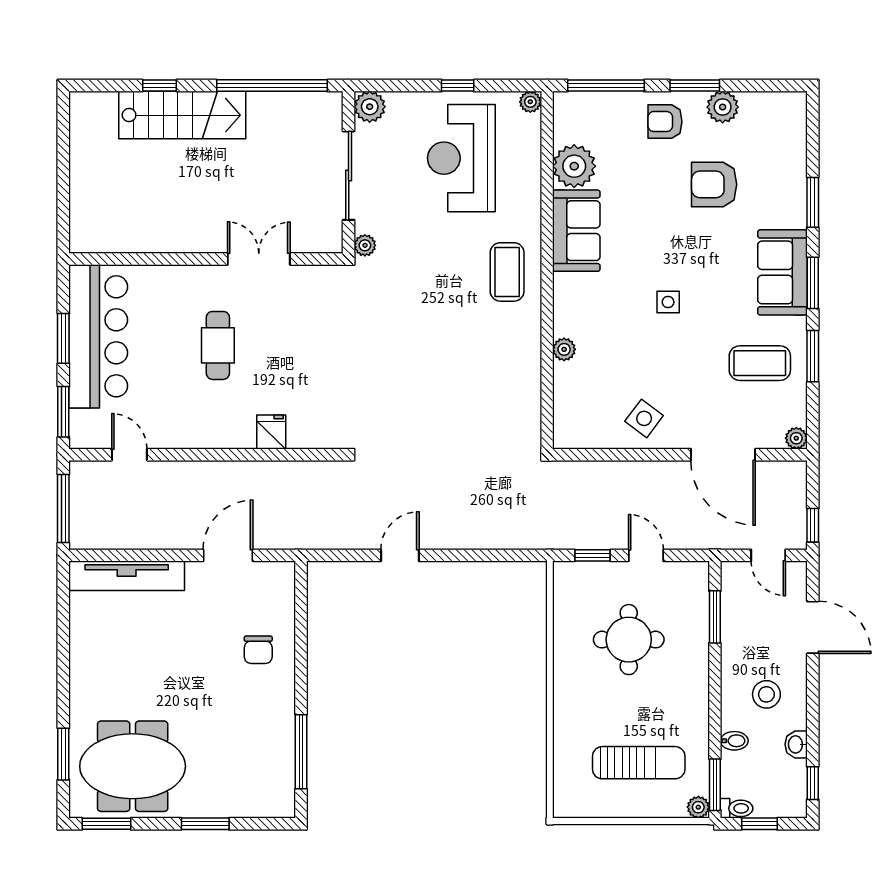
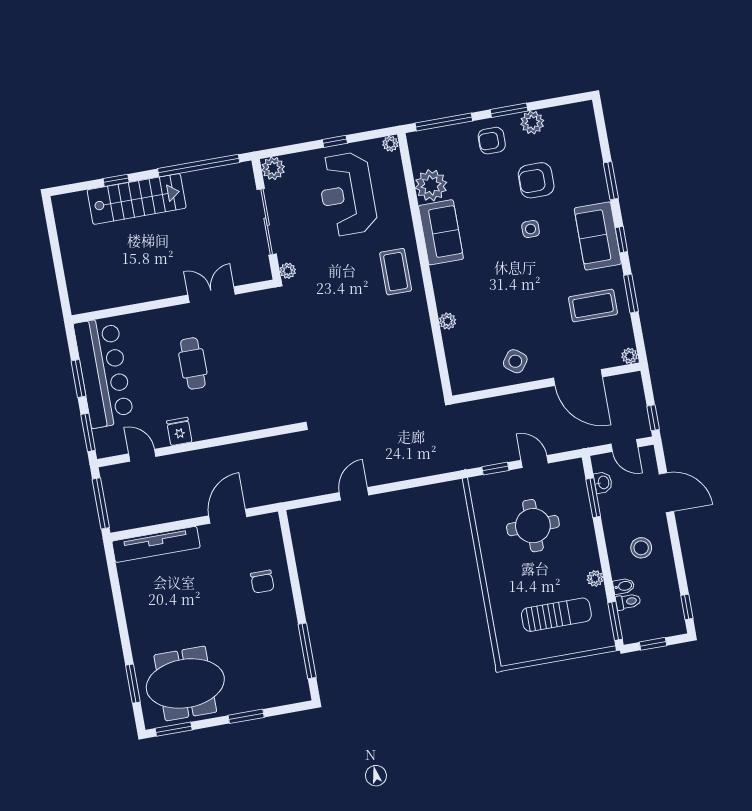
window: (813, 283) -> (621, 240), width x0.67
side table: (668, 302) -> (531, 229), moved
fridge: (271, 432) -> (179, 431), moved
washbasin: (796, 744) -> (603, 483), moved, turned 180
plant: (698, 807) -> (595, 578), moved
toilet: (737, 808) -> (628, 602), moved

